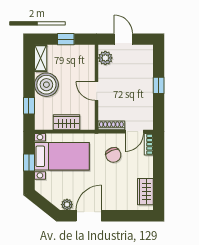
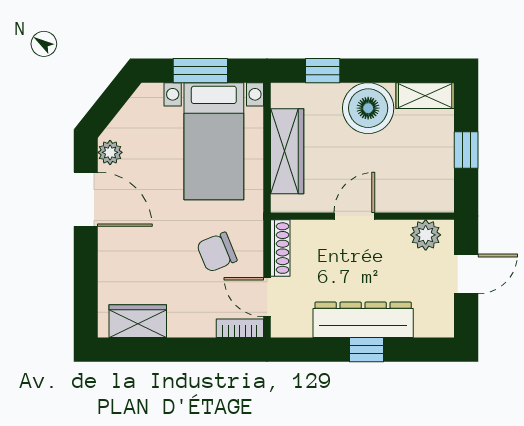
dresser: (145, 87) -> (363, 320), added
wardrobe: (66, 122) -> (287, 151), width x1.50
window: (29, 163) -> (200, 71), width x1.50

